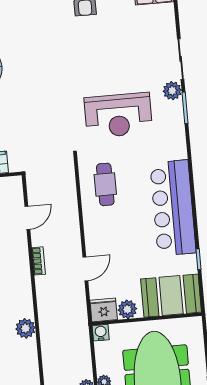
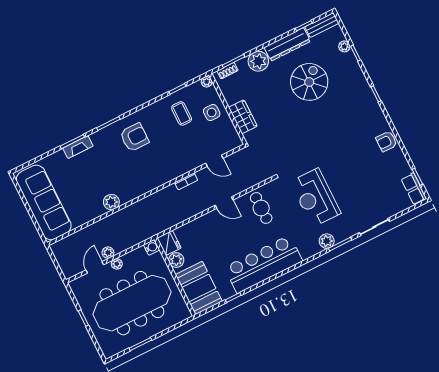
plant: (172, 91) -> (327, 241), moved
cafe table: (105, 184) -> (261, 208), turned 90
door: (85, 269) -> (224, 203), moved
plant: (25, 328) -> (111, 202), moved

